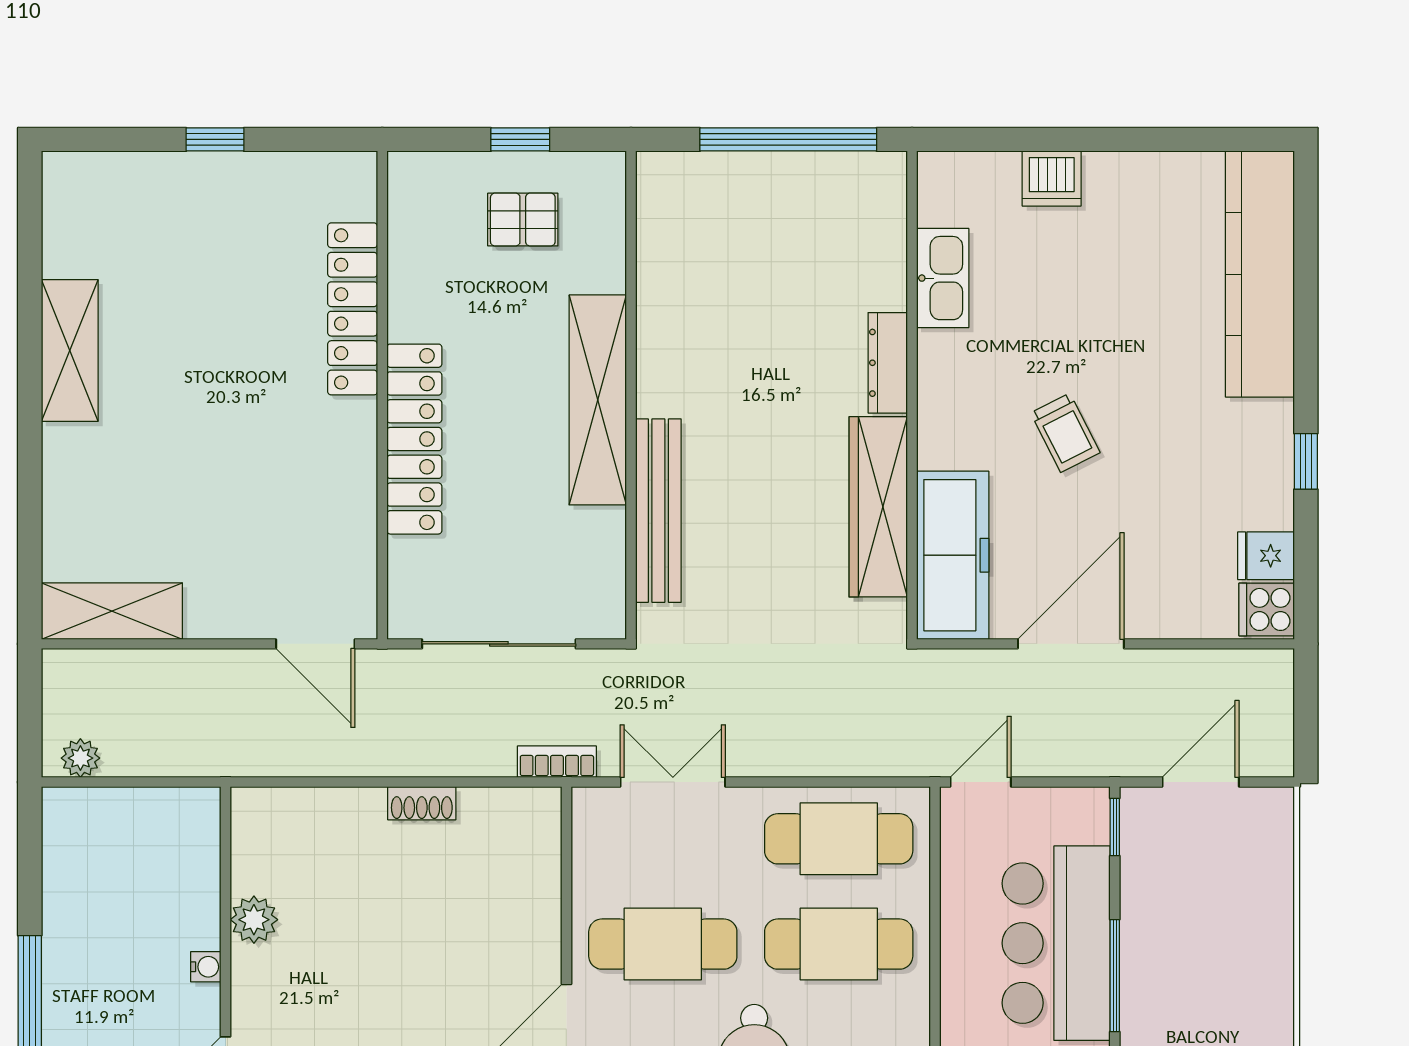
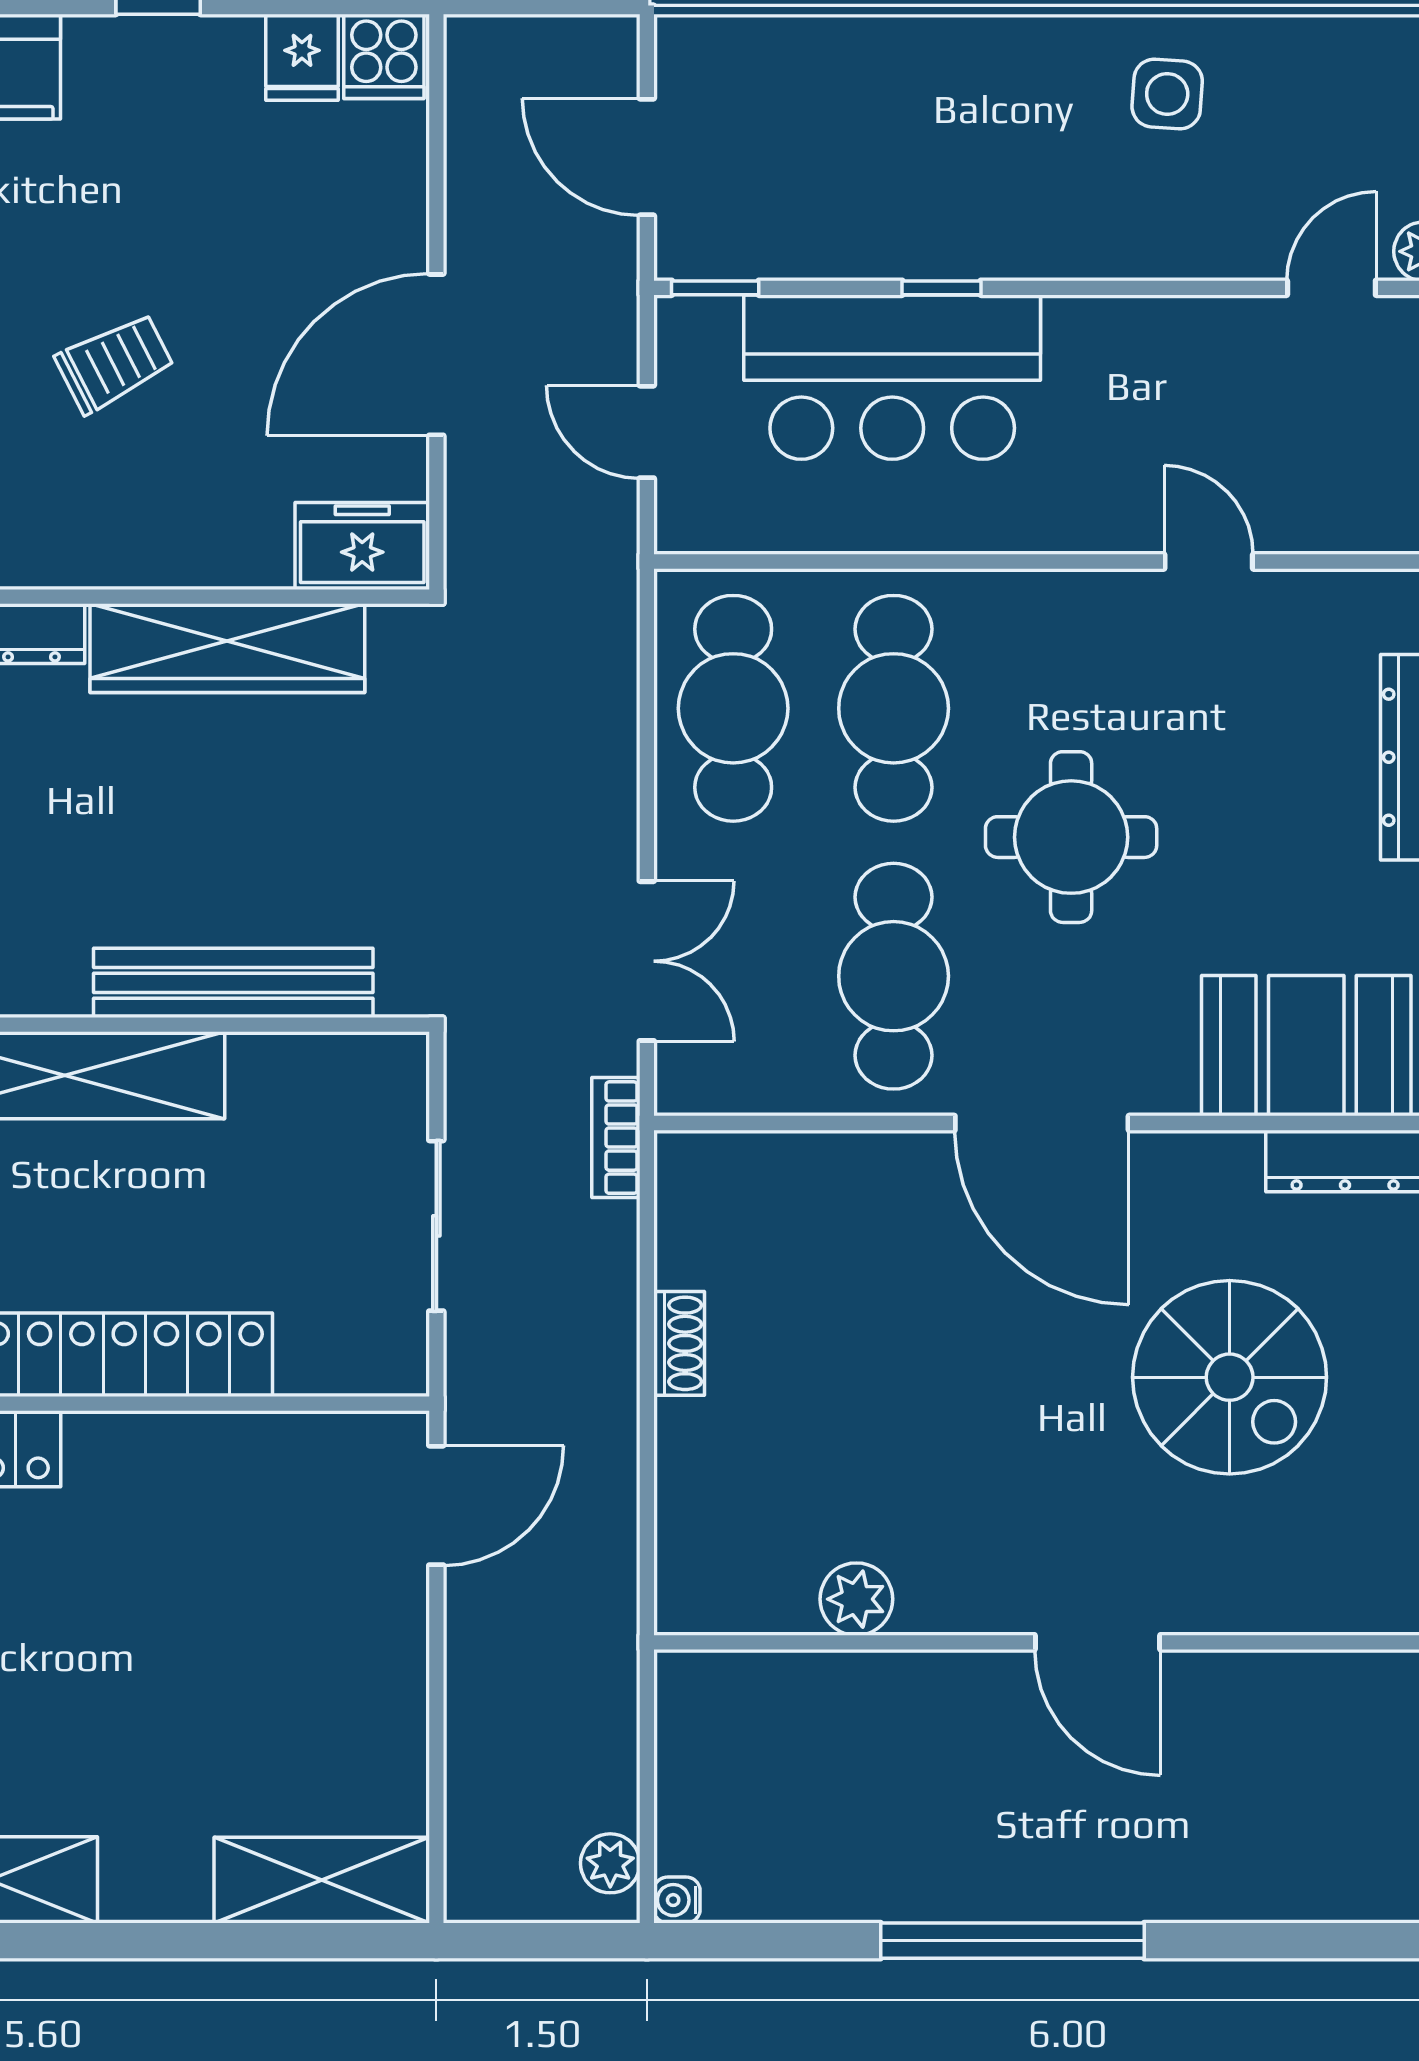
freezer: (953, 555) -> (362, 546), width x0.52, depth x0.79
shelving: (112, 611) -> (322, 1880), moved, turned 90
sliding door: (499, 644) -> (436, 1226), width x0.73
door: (1071, 644) -> (436, 355), hinge flipped
double door: (673, 782) -> (647, 961), swing flipped
door: (981, 782) -> (647, 432), moved
water cooler: (206, 967) -> (677, 1900), moved, turned -90
window: (1115, 976) -> (941, 288), width x0.46

